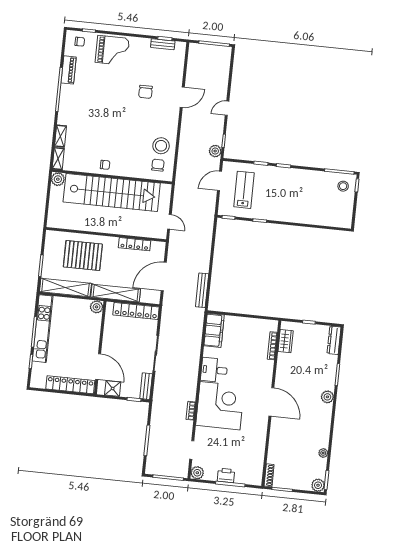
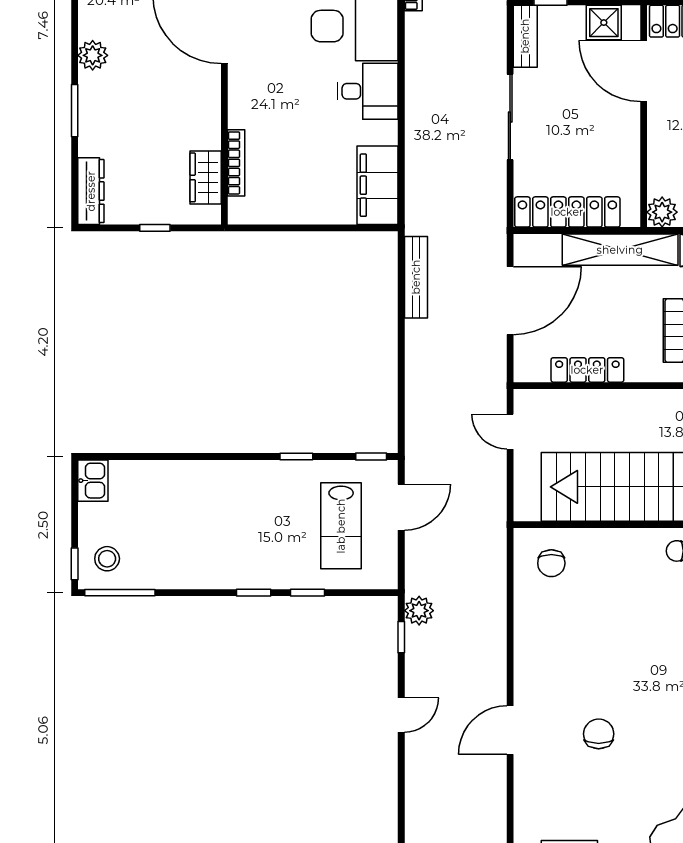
stool: (161, 146) -> (549, 610), removed
door: (220, 181) -> (401, 507), moved
kitchen sink: (346, 219) -> (93, 481), added

